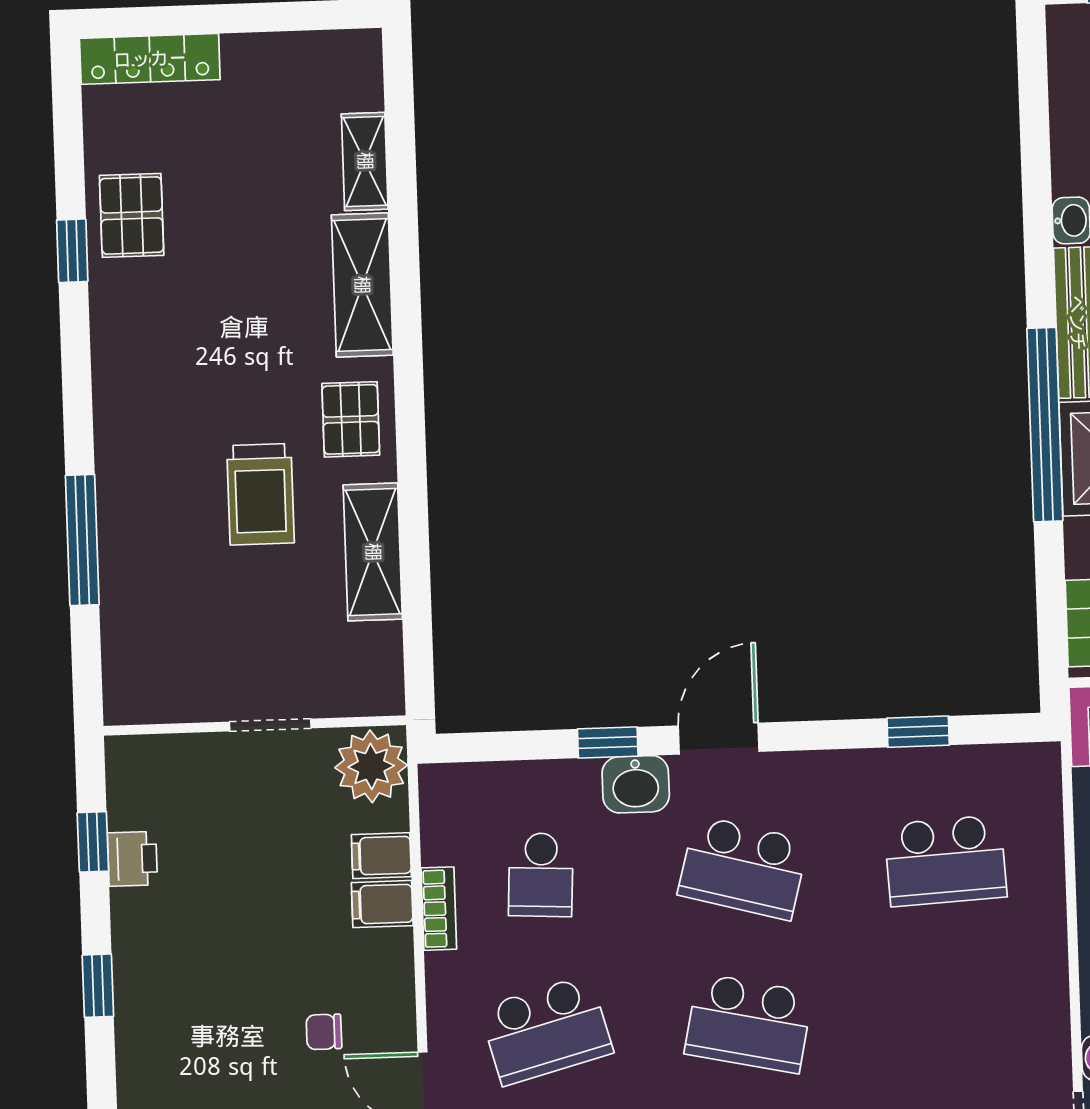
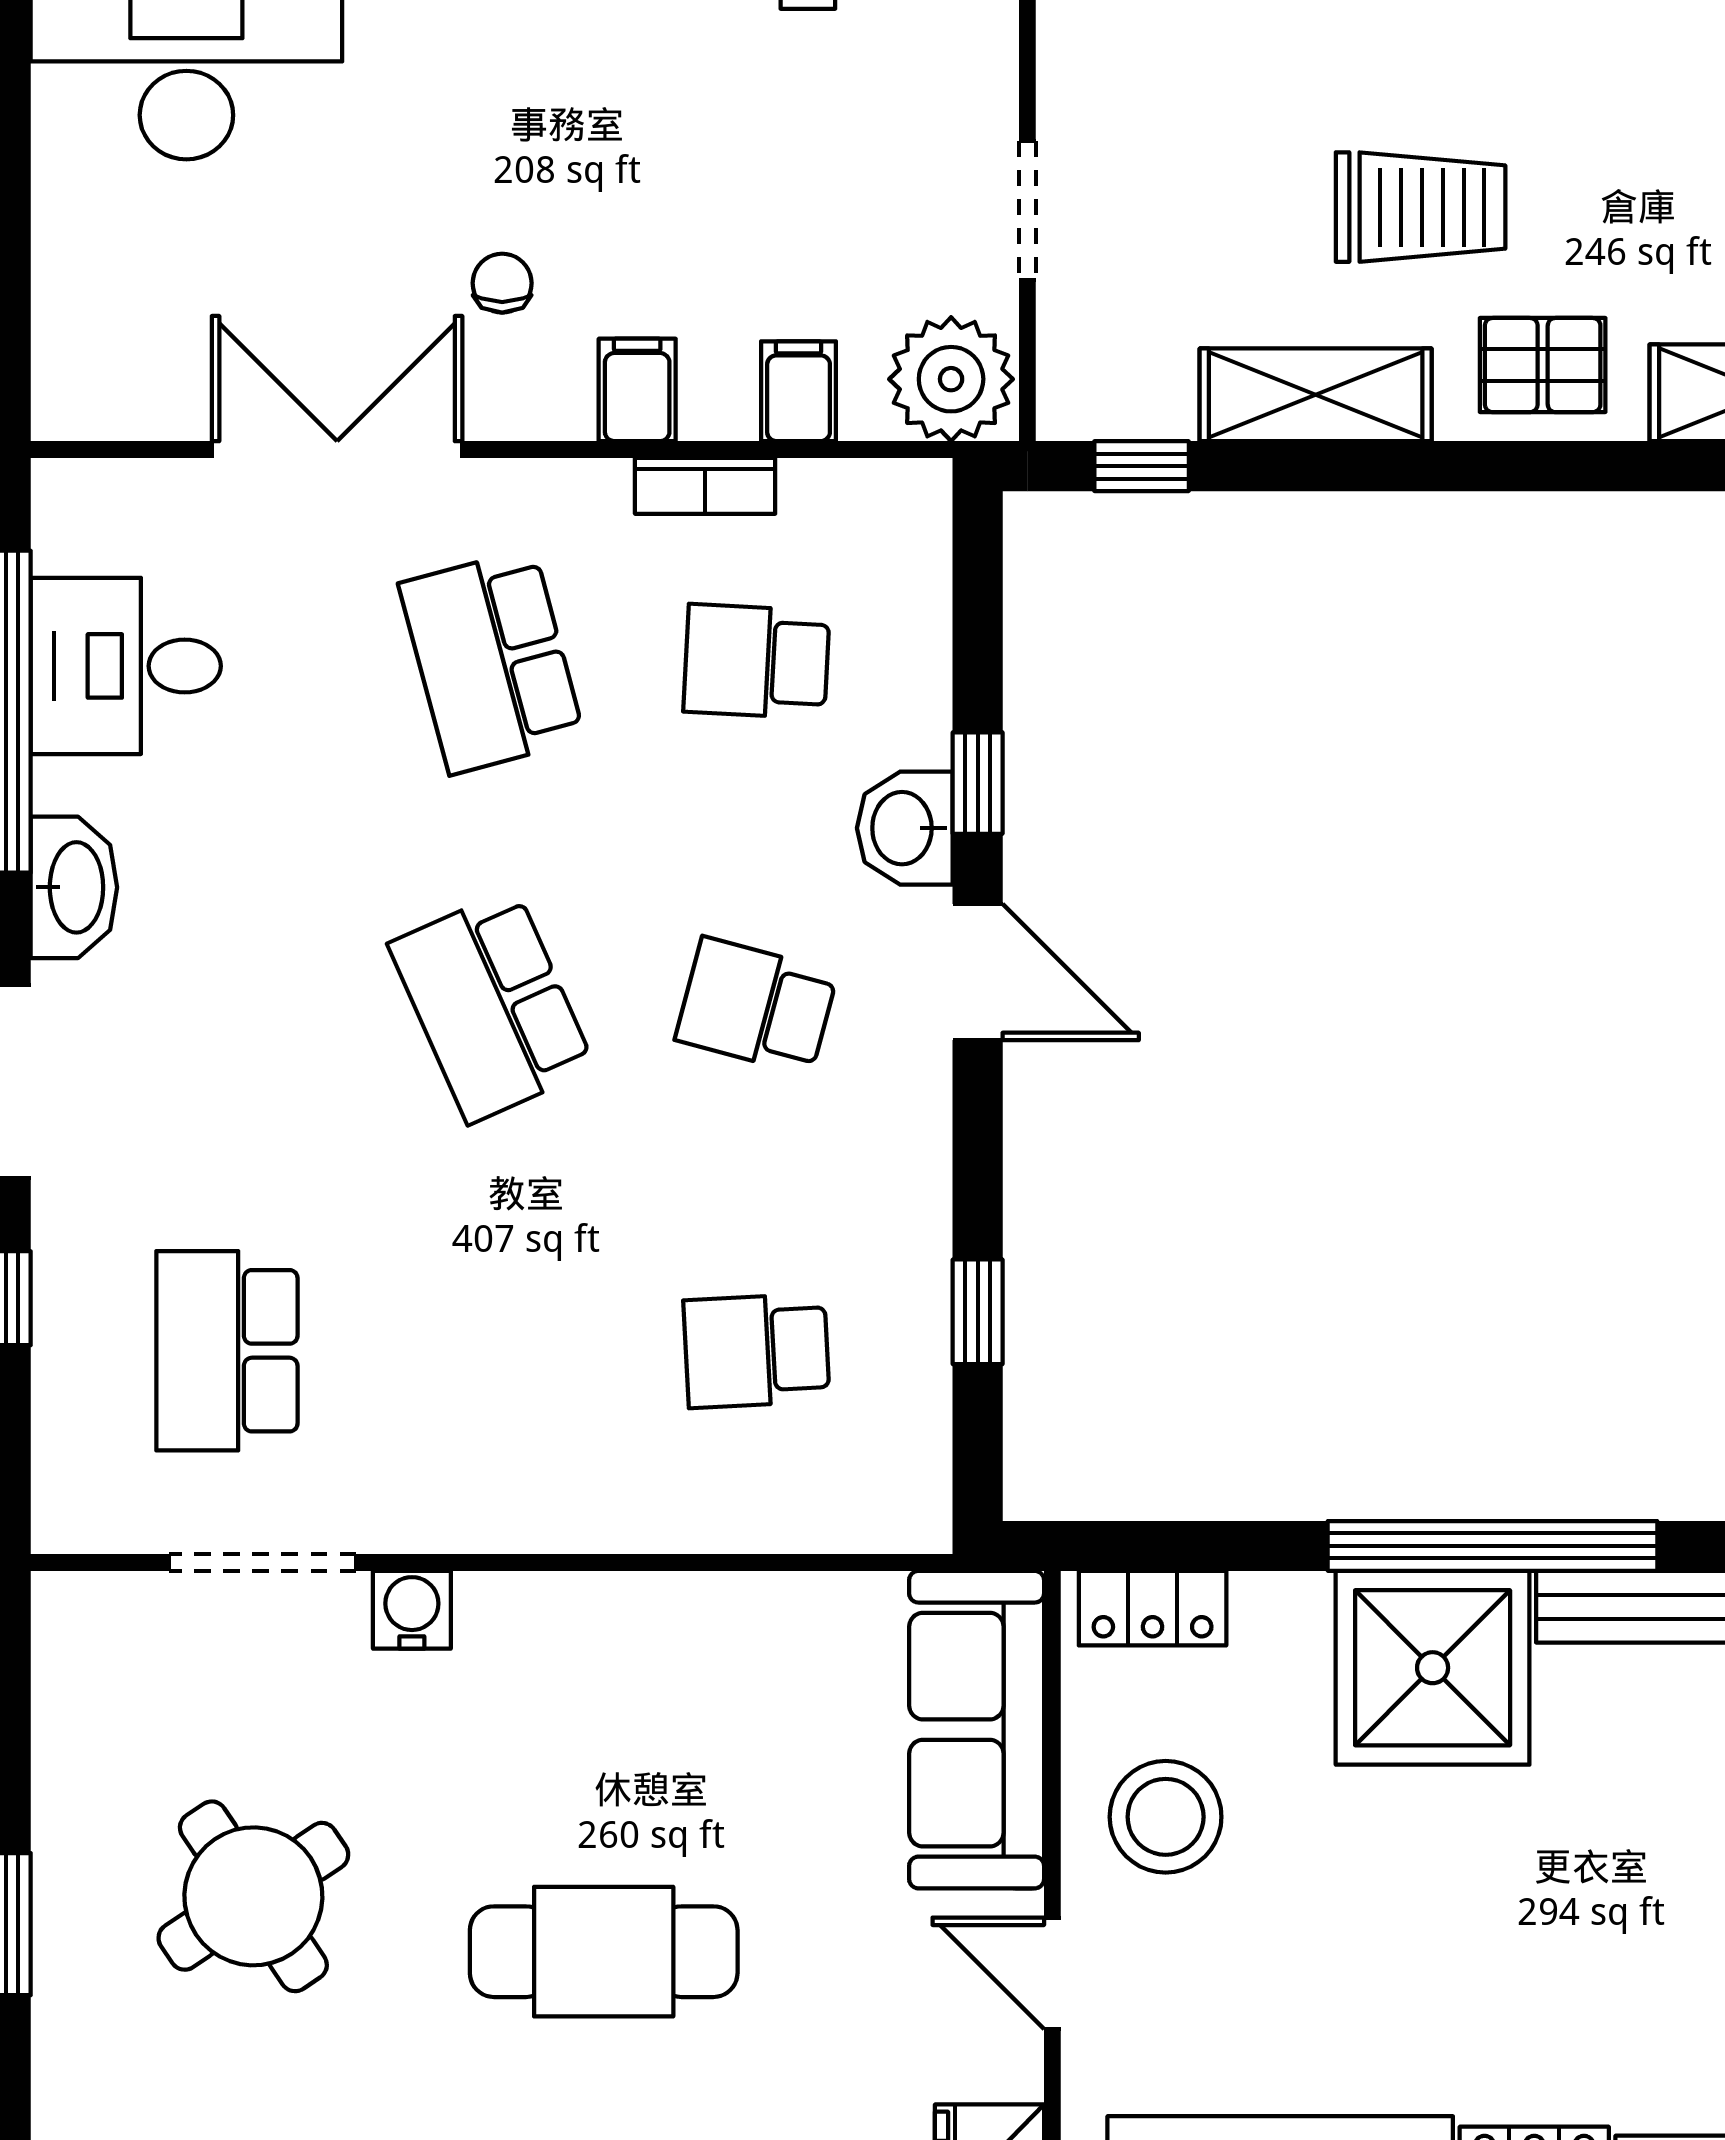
trolley: (260, 494) -> (1421, 207), turned 180
window: (418, 653) -> (1142, 466), added
school desk: (945, 861) -> (756, 1351), width x0.54
school desk: (743, 868) -> (756, 1006), width x0.54
filing cabinet: (382, 904) -> (637, 390), moved
school desk: (749, 1023) -> (492, 1006), turned -36

